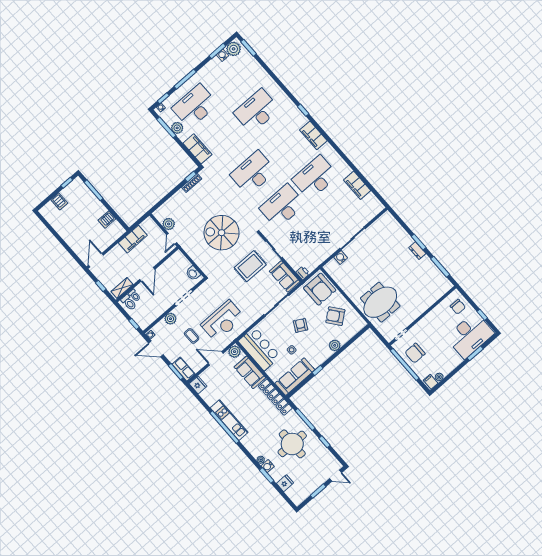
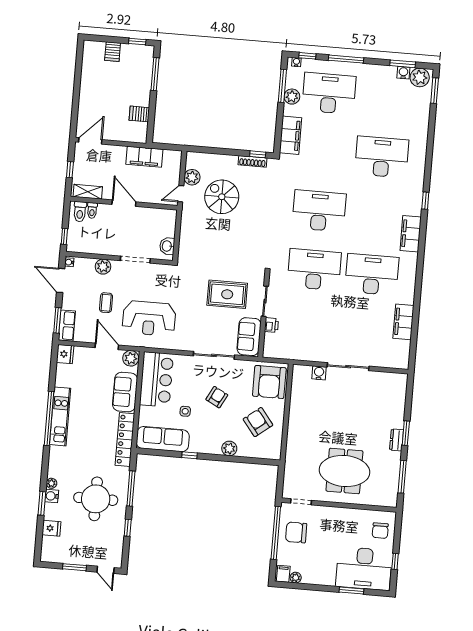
spiral stairs: (222, 233) -> (222, 197), moved, width x0.73, depth x0.73
printer: (303, 273) -> (271, 325), moved
door: (147, 274) -> (124, 203), swing flipped
meeting table: (380, 302) -> (344, 471), moved

